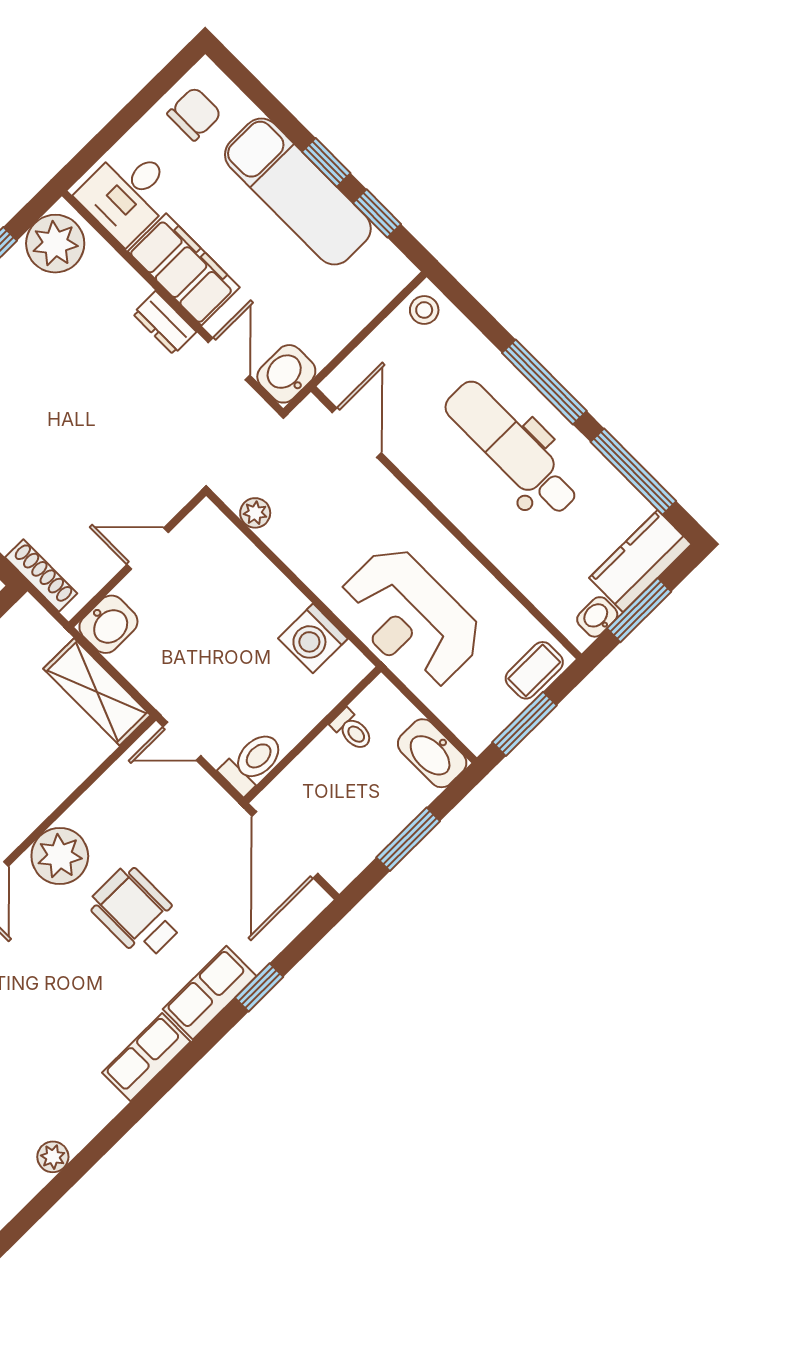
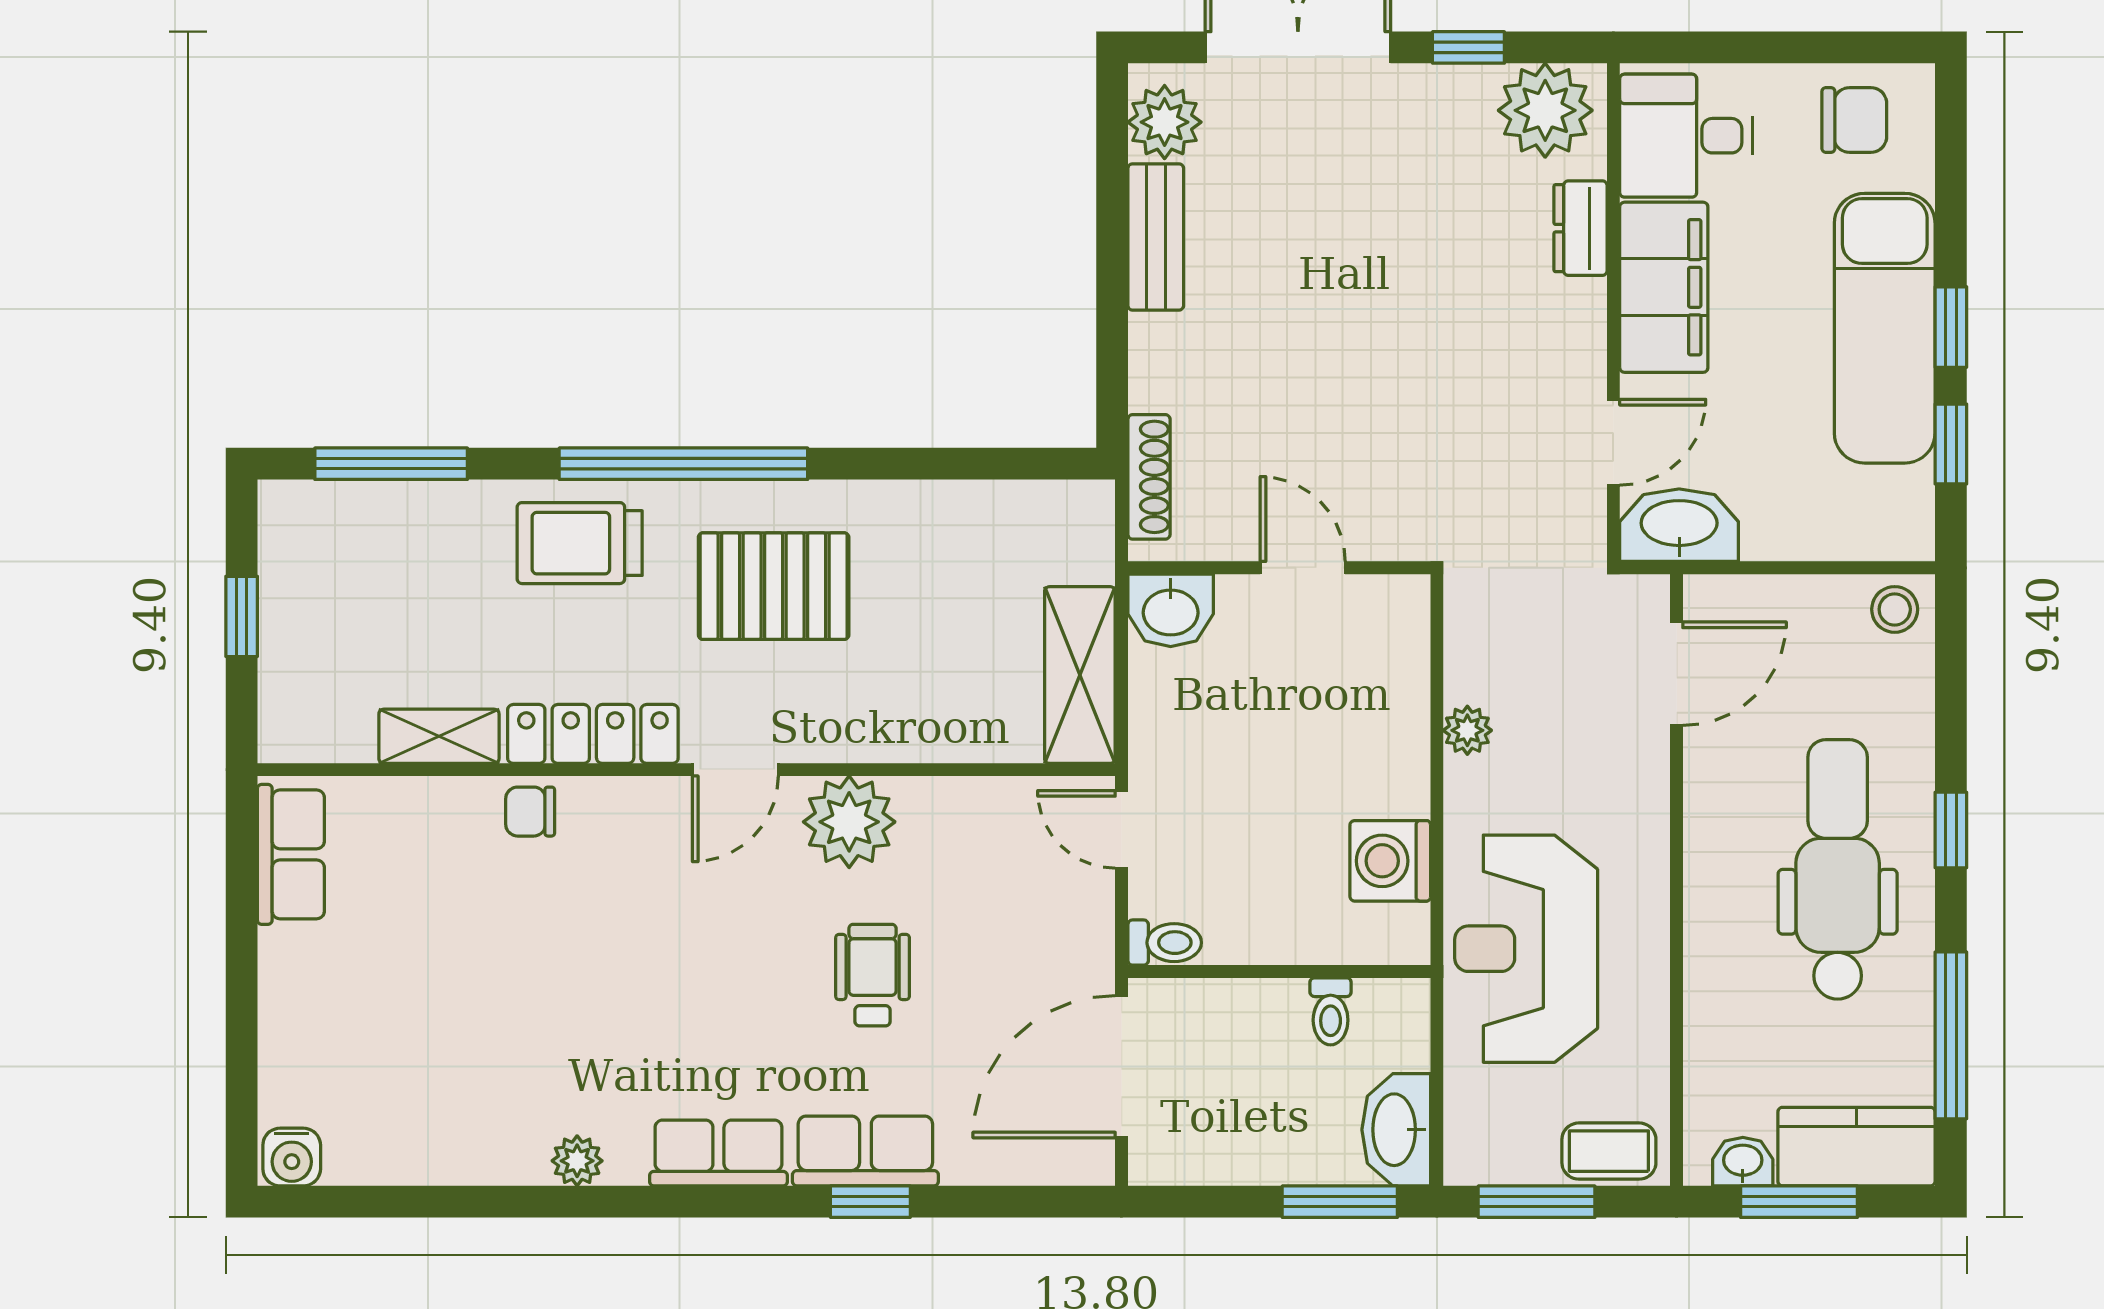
dresser: (165, 323) -> (1581, 228), moved
washbasin: (286, 374) -> (1679, 525), width x1.38
window: (544, 382) -> (1951, 830), width x0.46
plant: (255, 513) -> (1467, 730), moved
toilet: (252, 762) -> (1165, 943), width x0.73, depth x0.72
window: (408, 839) -> (1340, 1202), moved
wheelchair: (136, 913) -> (873, 975), width x0.73, depth x0.73
window: (259, 987) -> (870, 1202), moved
plant: (53, 1157) -> (577, 1161), moved

